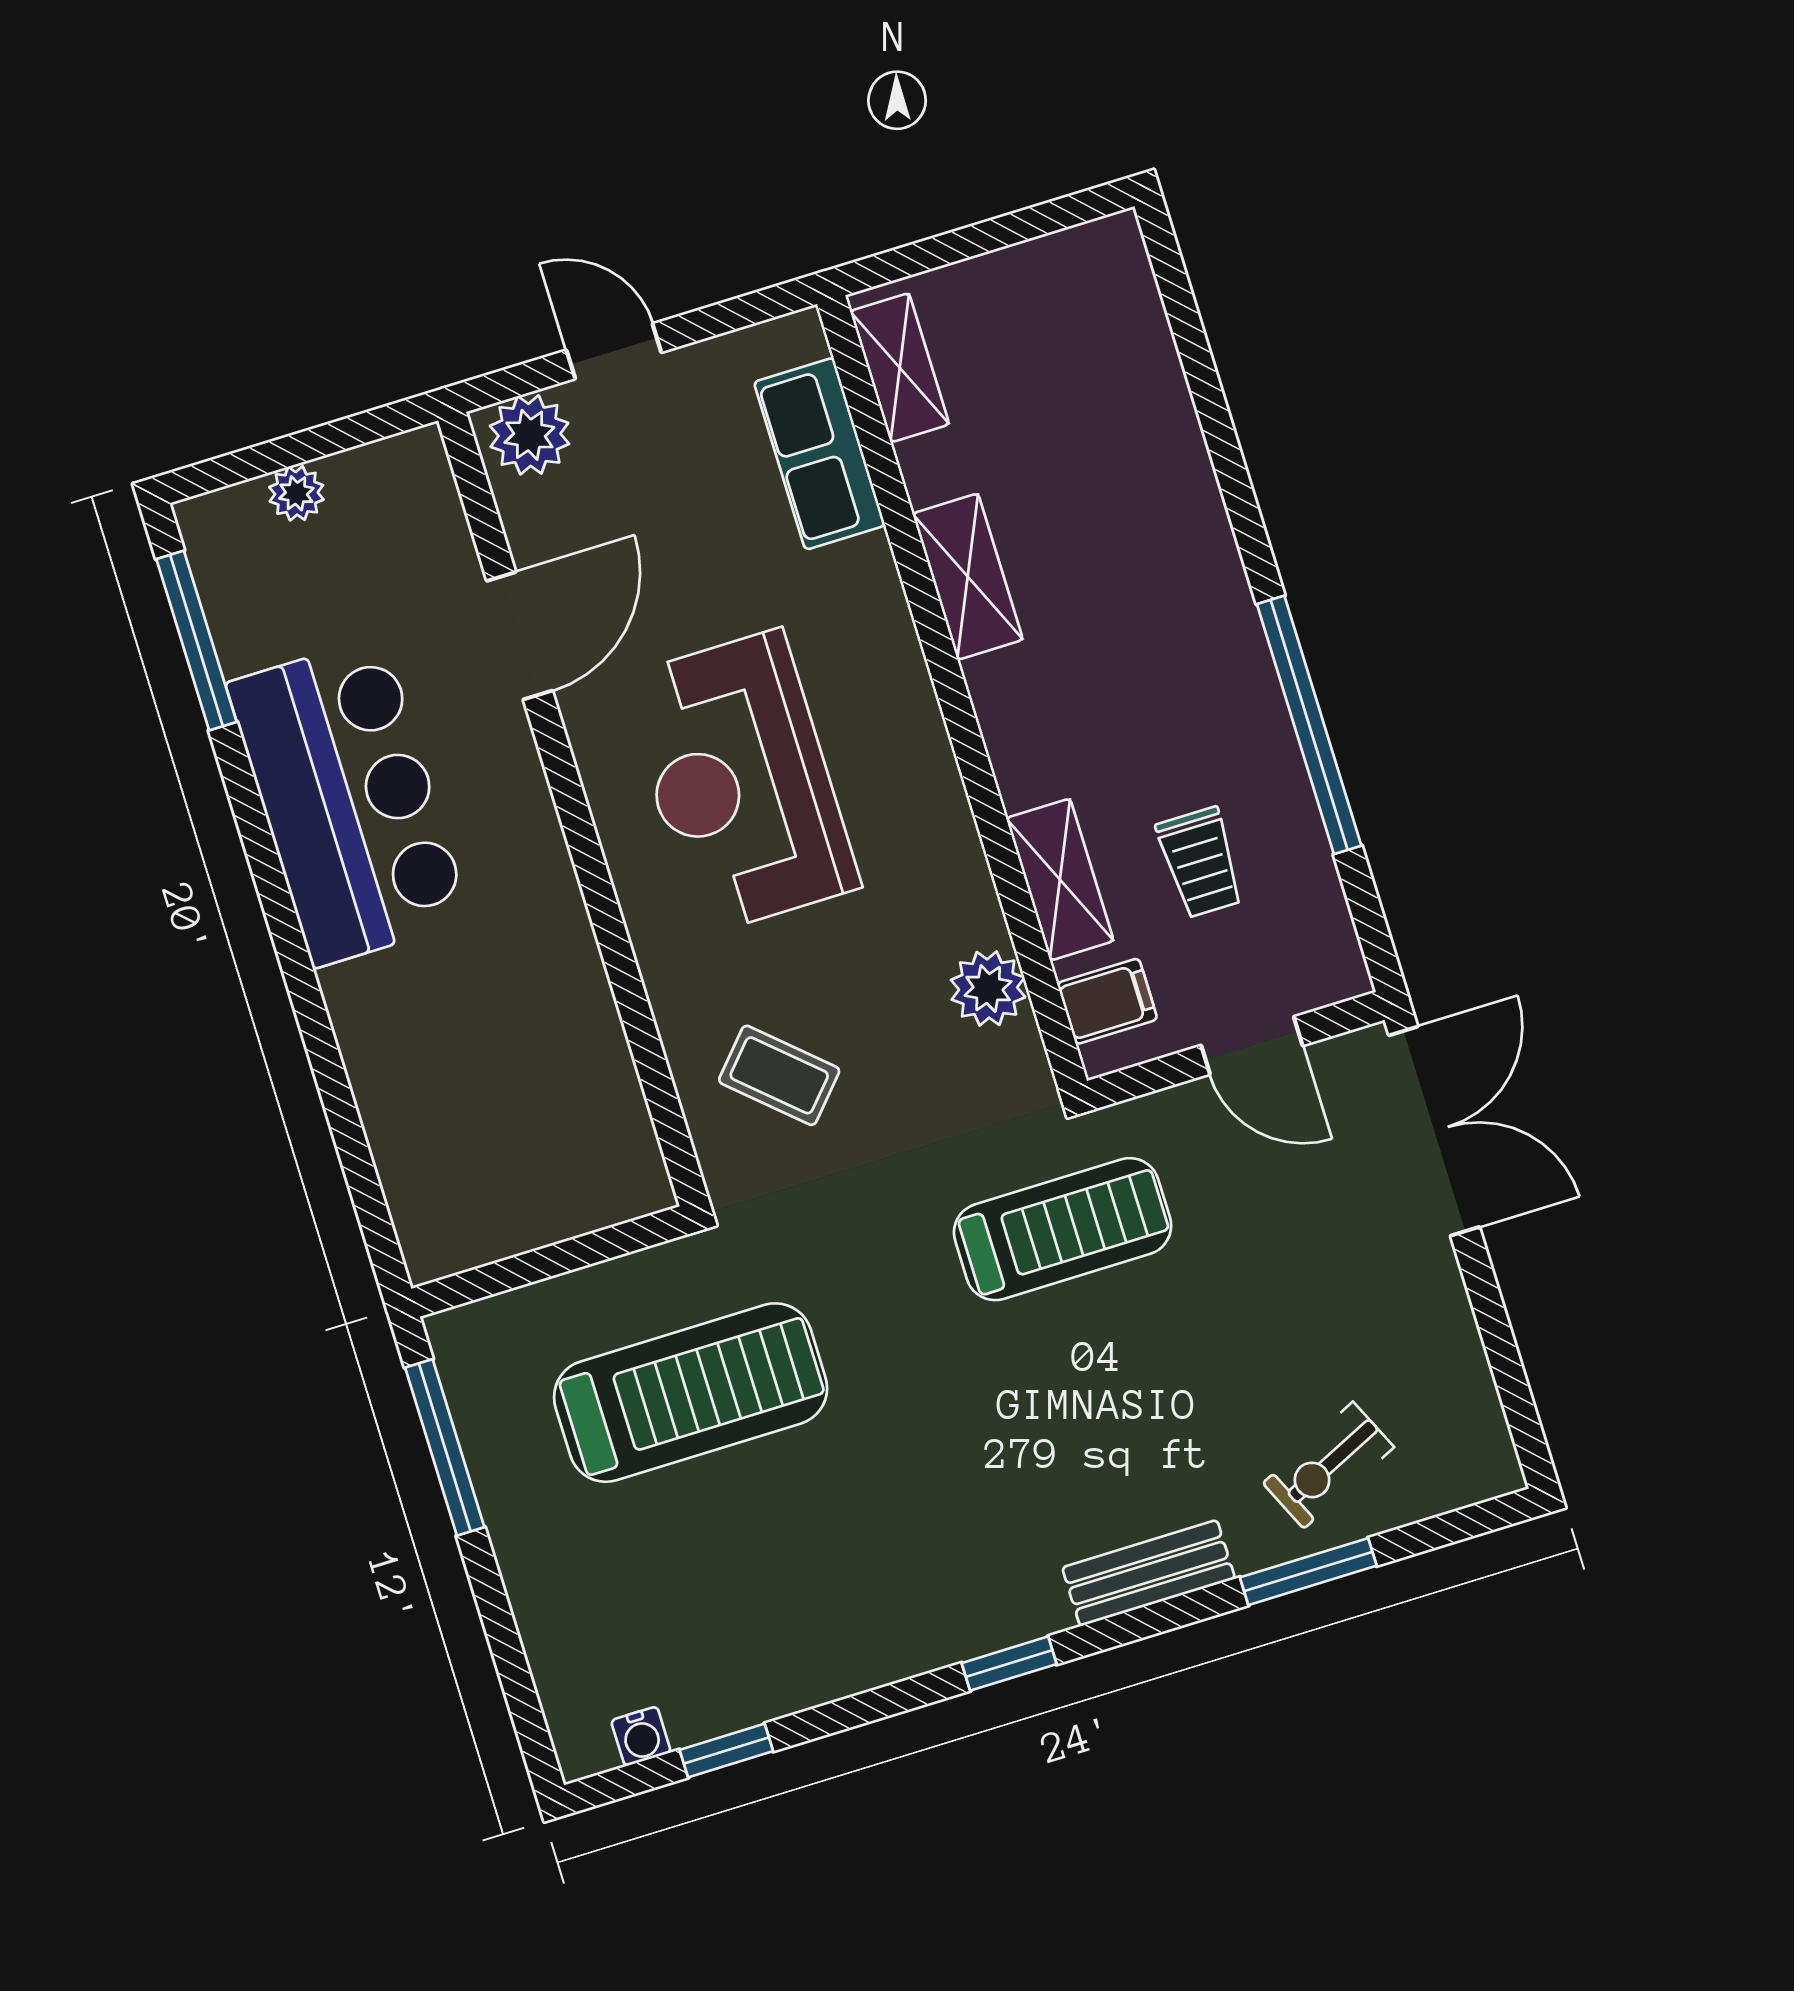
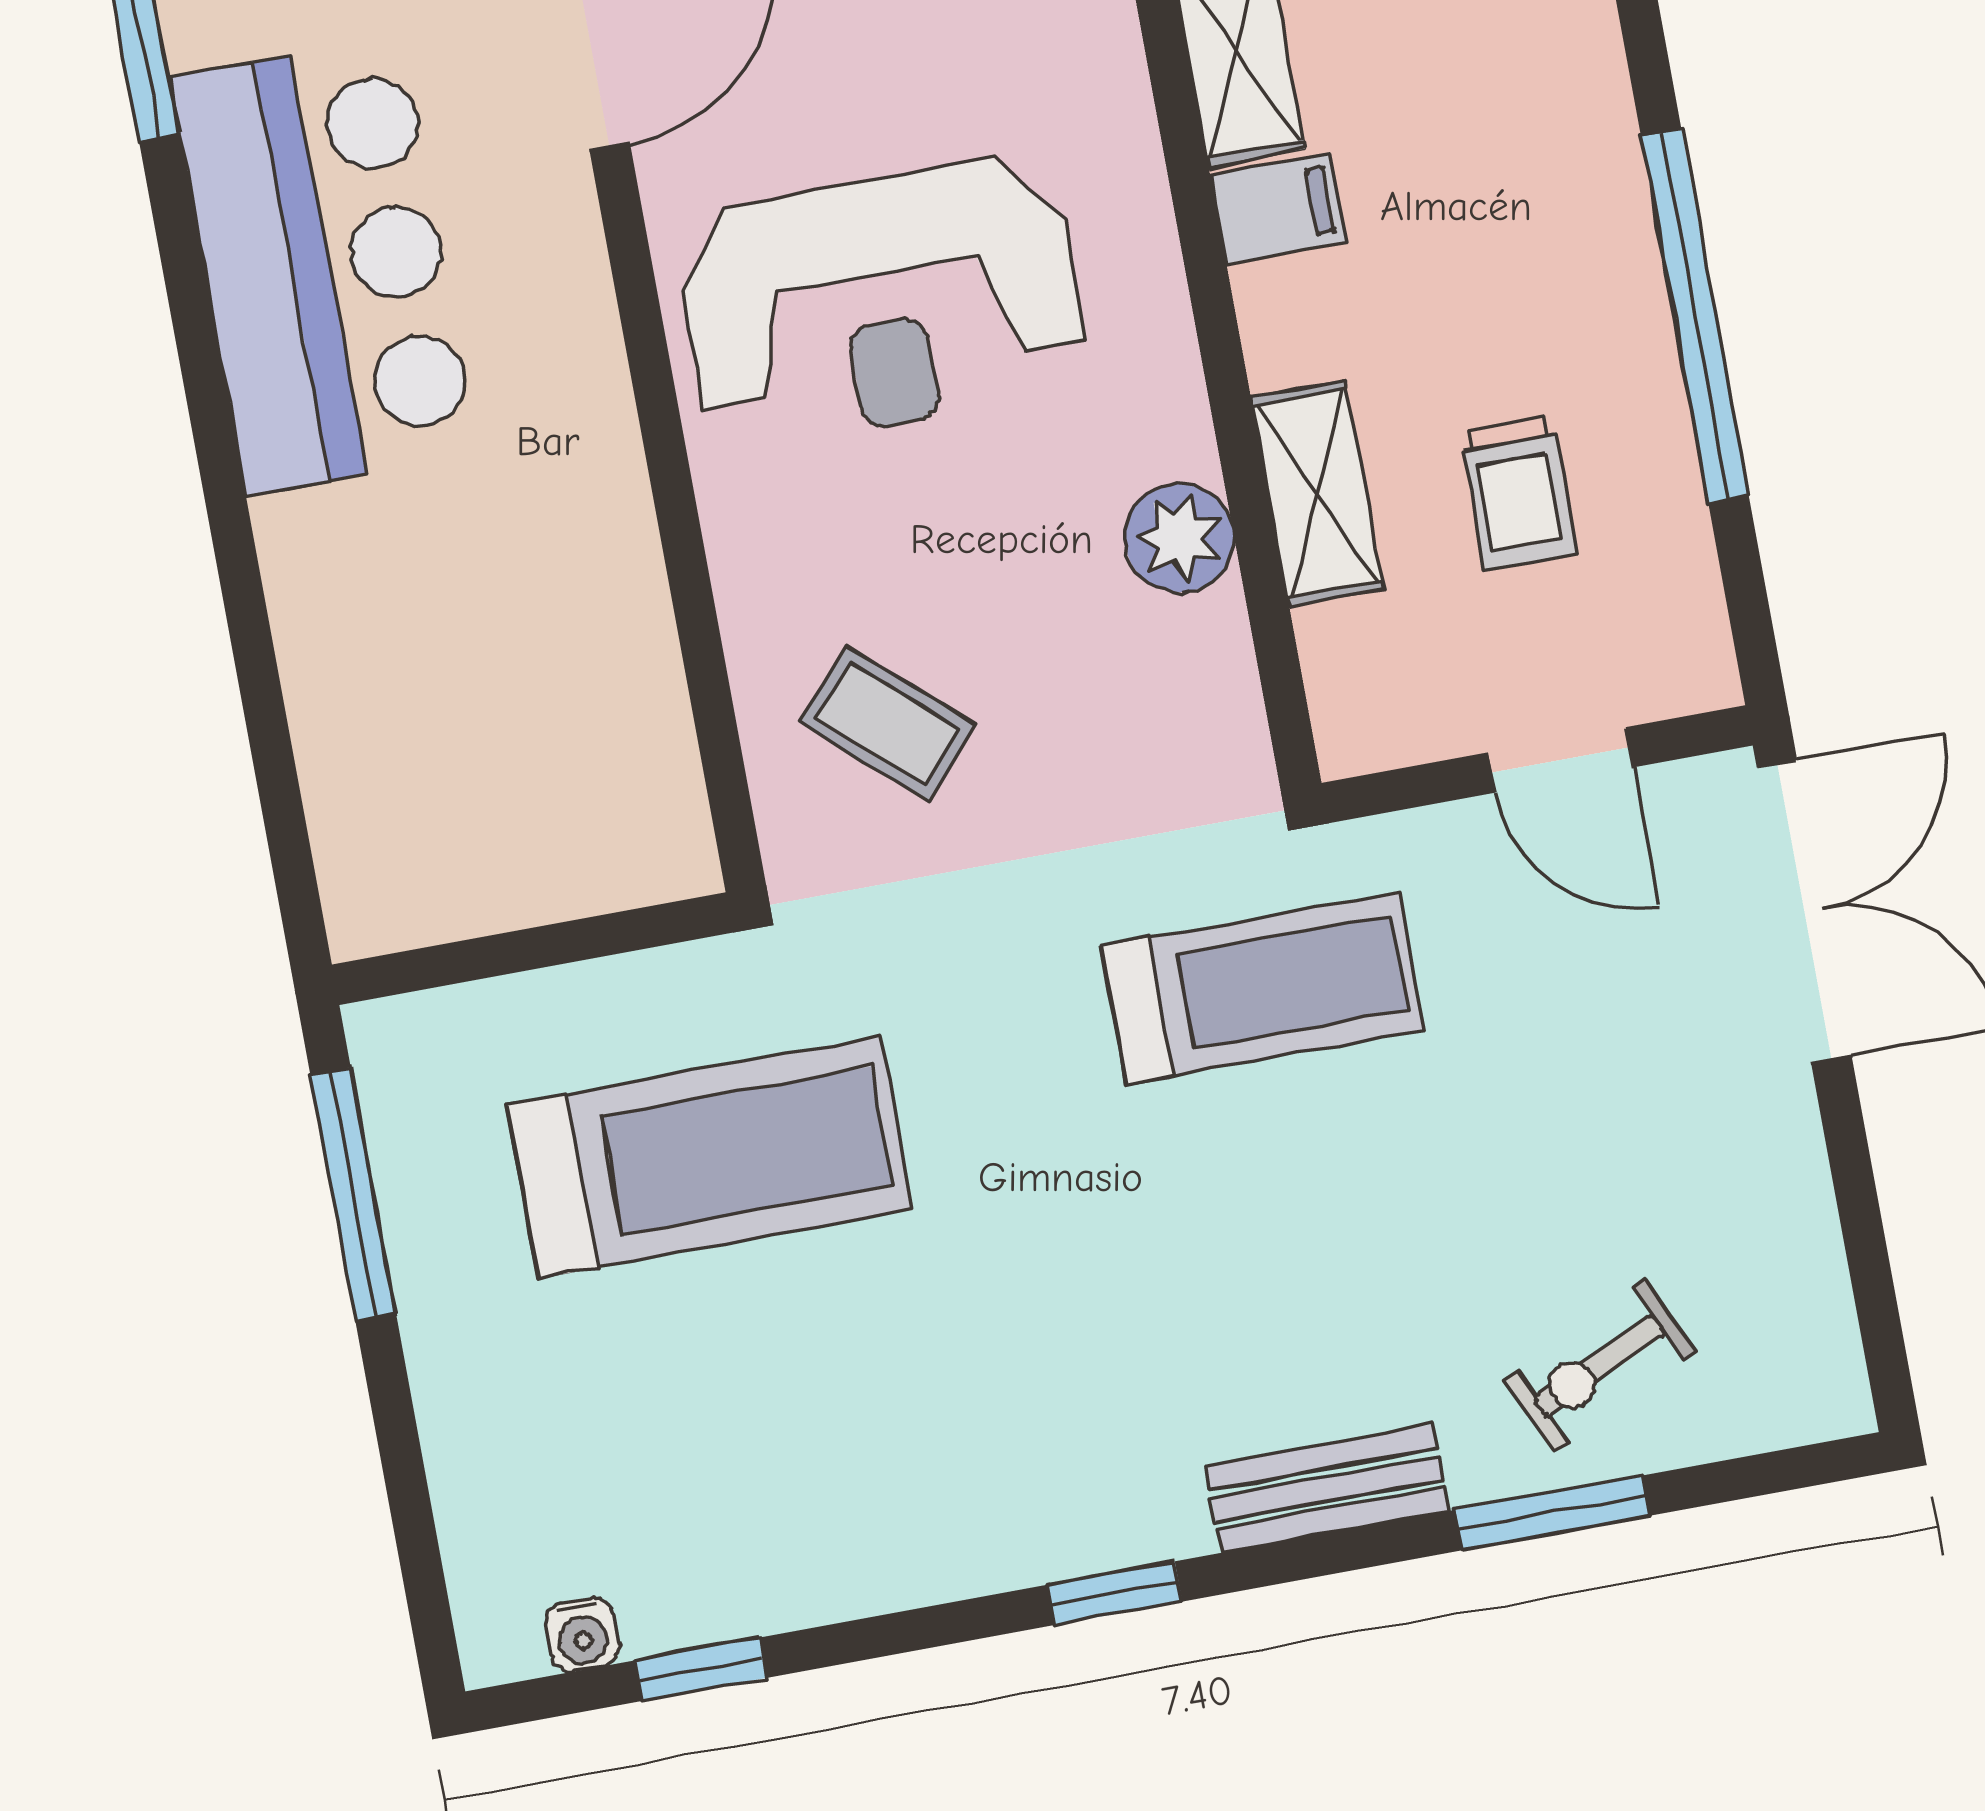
reception desk: (741, 782) -> (882, 303), turned -90
plant: (988, 988) -> (1179, 538), moved
filing cabinet: (1107, 1001) -> (1278, 209), moved

